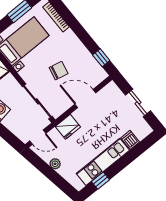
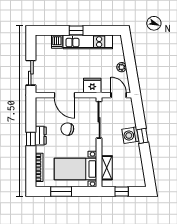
dresser: (77, 46) -> (41, 136), added
window: (101, 58) -> (31, 139), moved
sliding door: (138, 103) -> (31, 73), moved
window: (100, 181) -> (76, 30), moved

